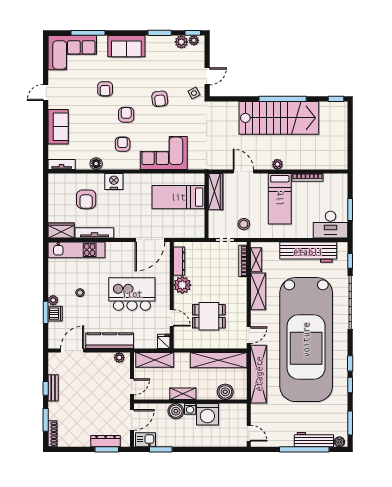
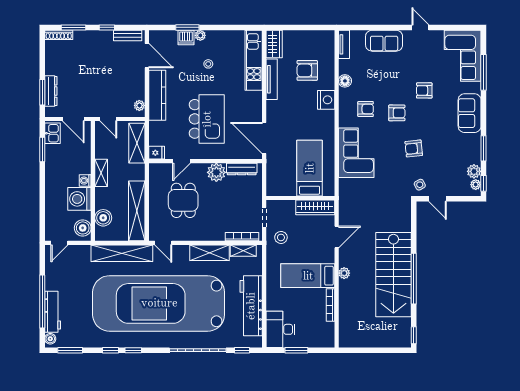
bench: (53, 388) -> (128, 35), moved
boiler: (176, 411) -> (83, 228), moved

